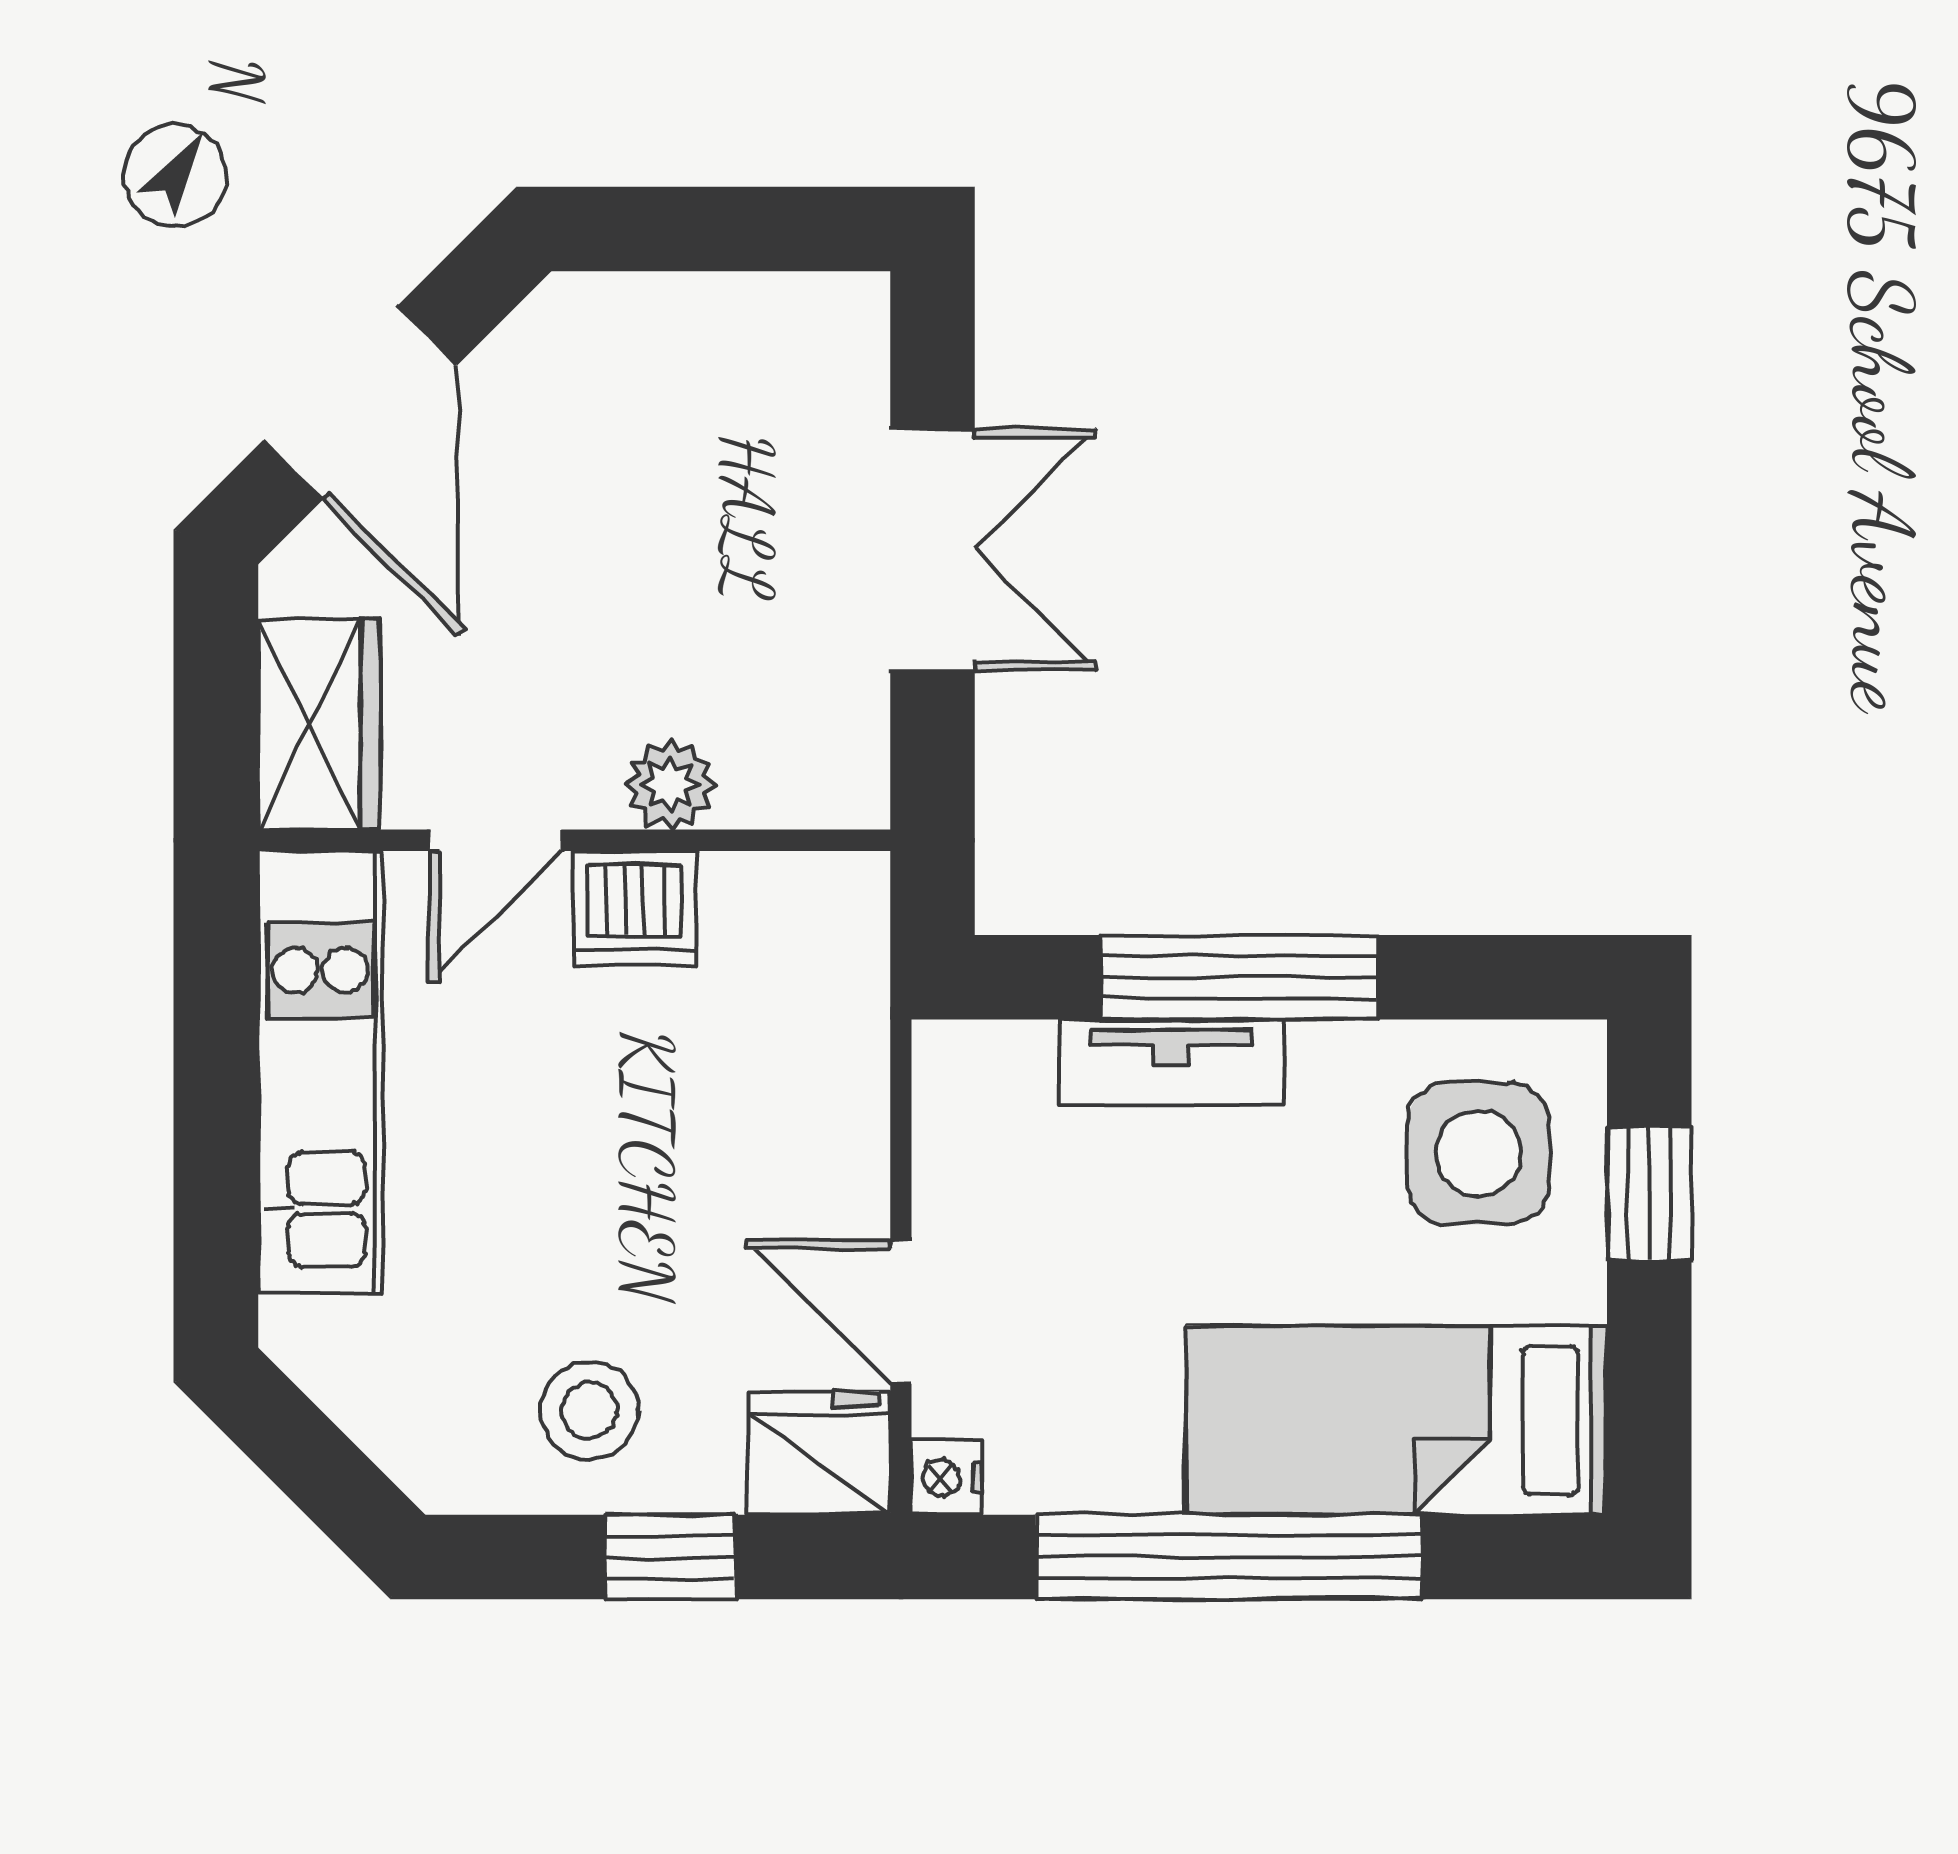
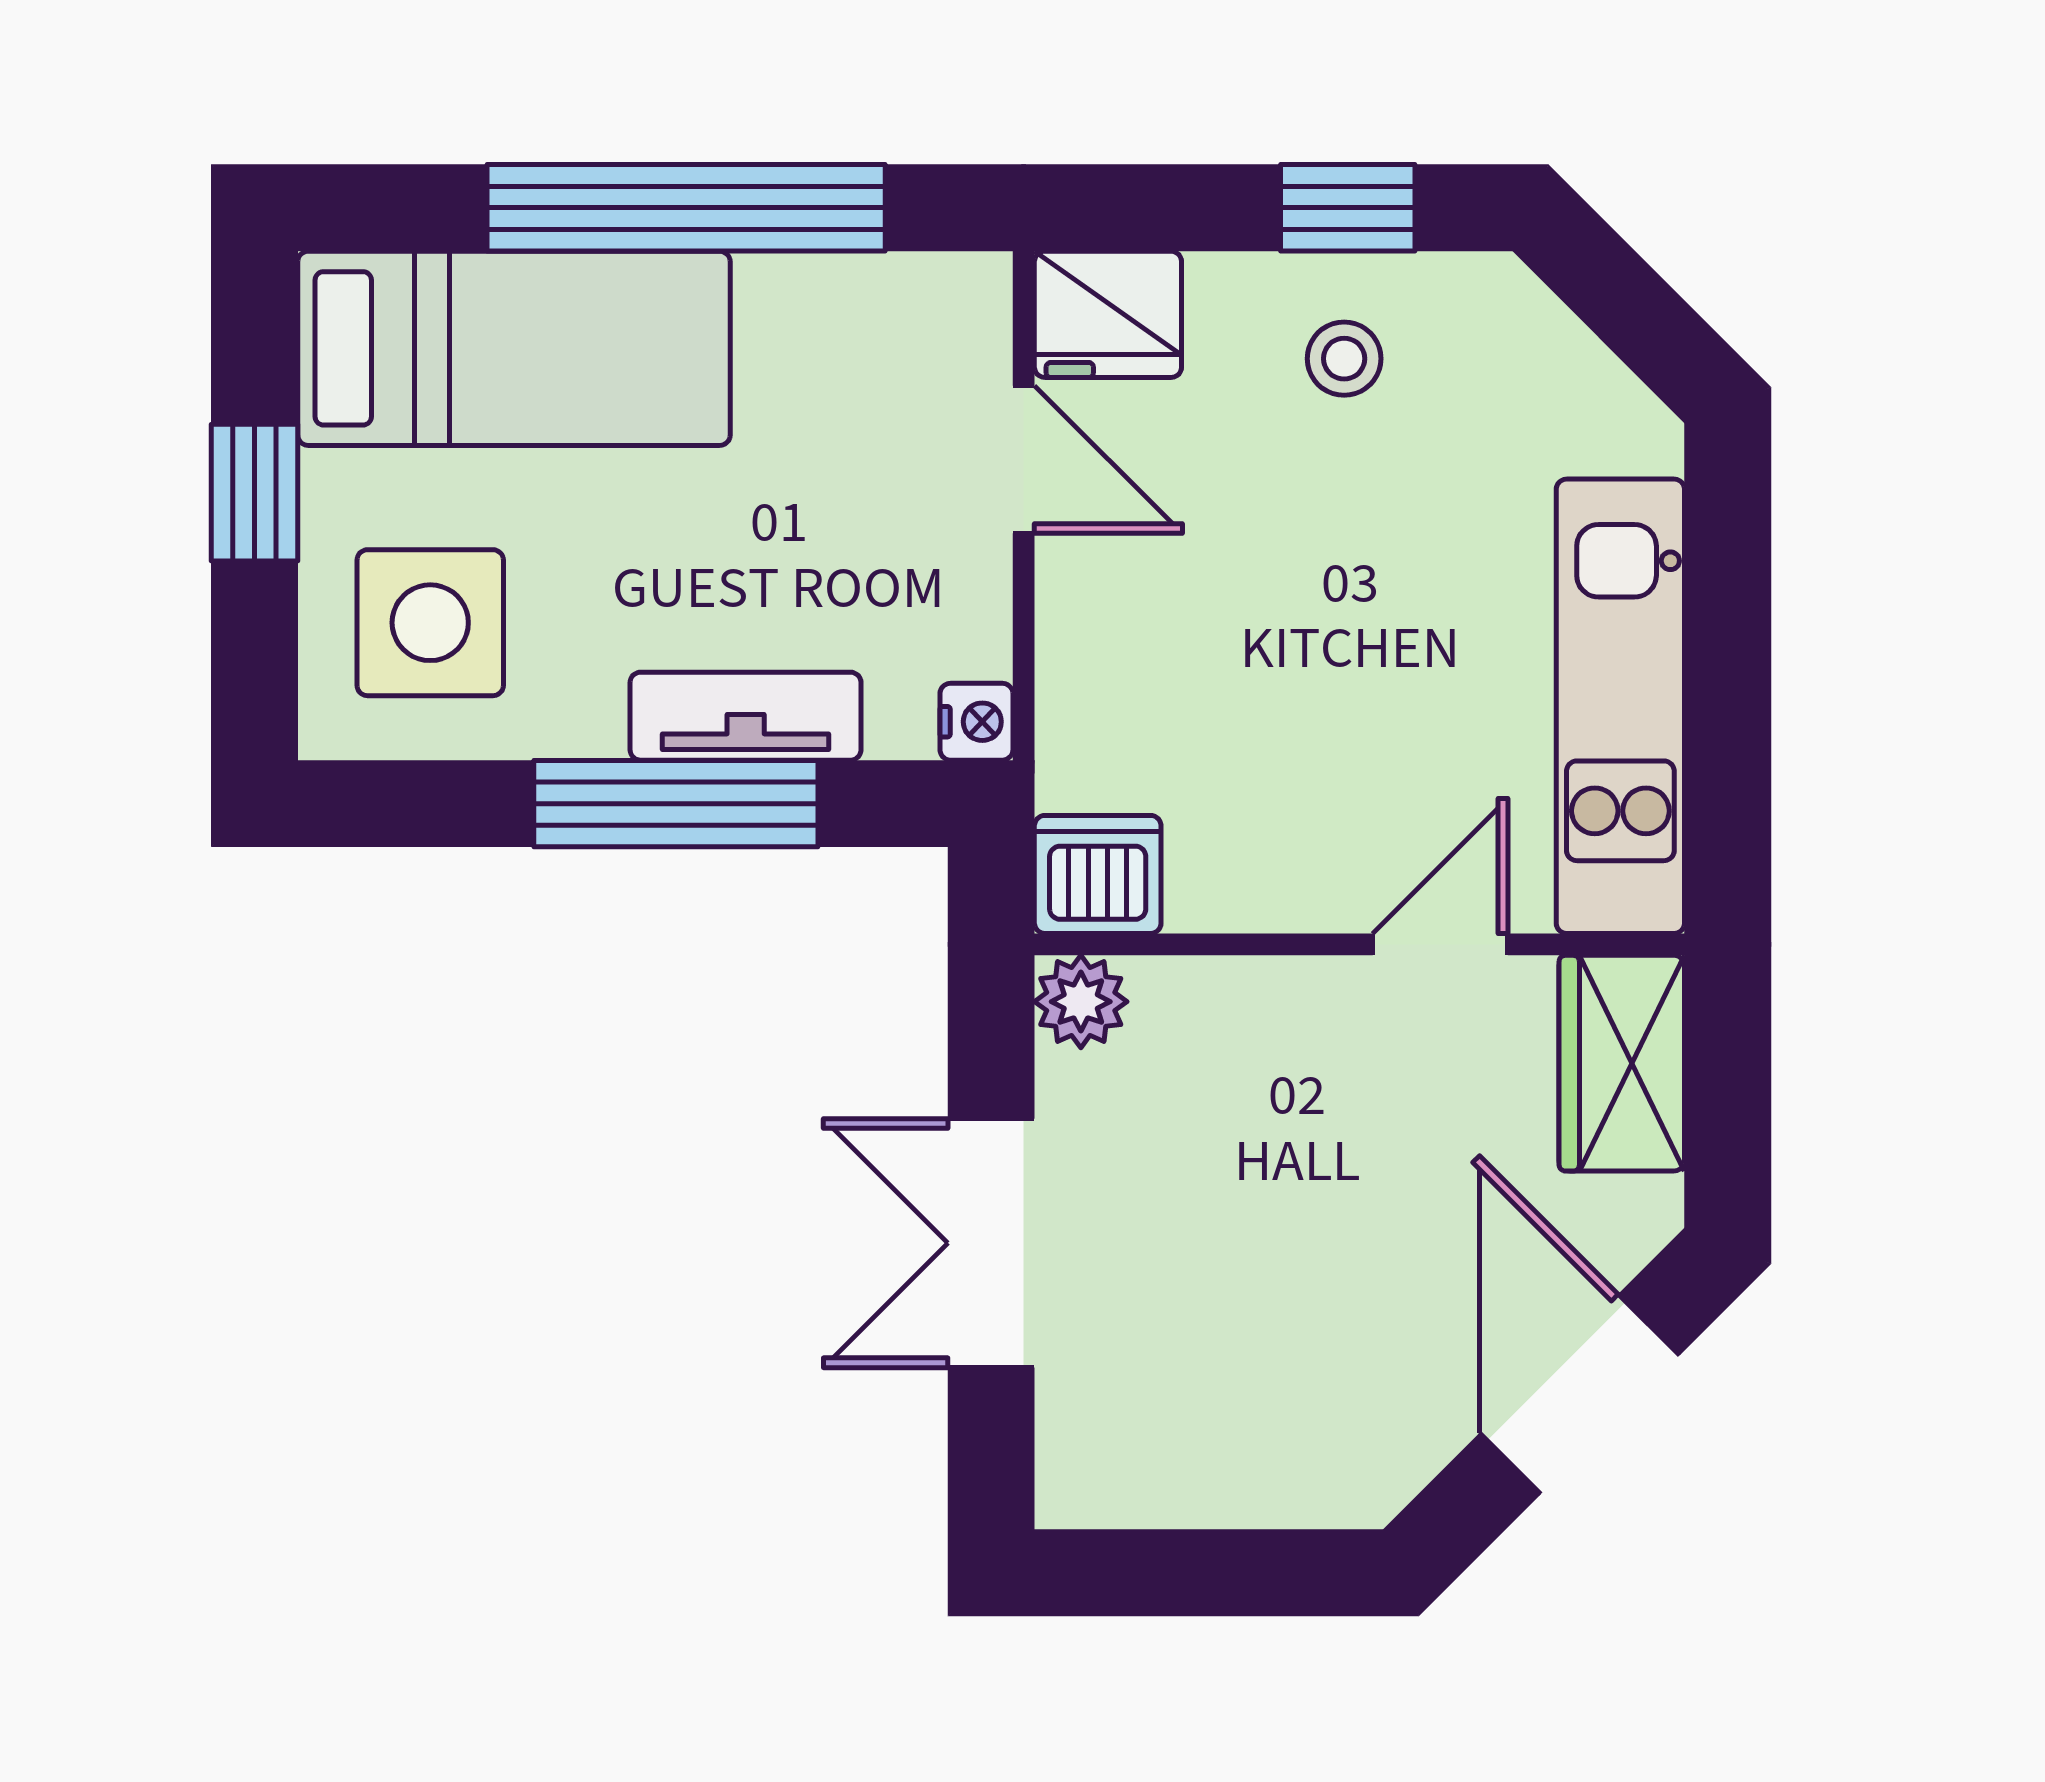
plant: (670, 785) -> (1081, 1002), moved
dishwasher: (635, 908) -> (1098, 874), moved
window: (1649, 1193) -> (255, 493), moved
stool: (589, 1410) -> (1344, 359), width x0.73, depth x0.73
nightstand: (947, 1477) -> (976, 722), moved
window: (670, 1557) -> (1348, 208), moved

